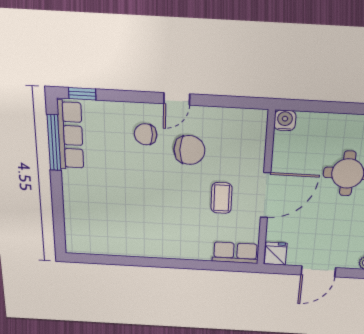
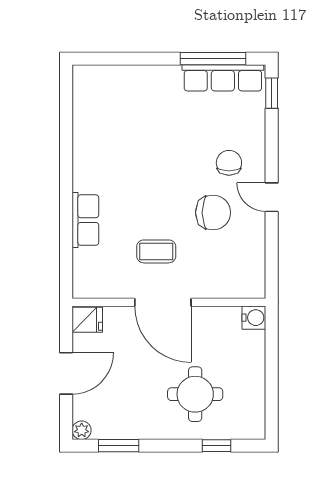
chair: (189, 150) -> (213, 213), turned -90
row of seats: (235, 253) -> (85, 220), moved
door: (318, 271) -> (66, 373), swing flipped

